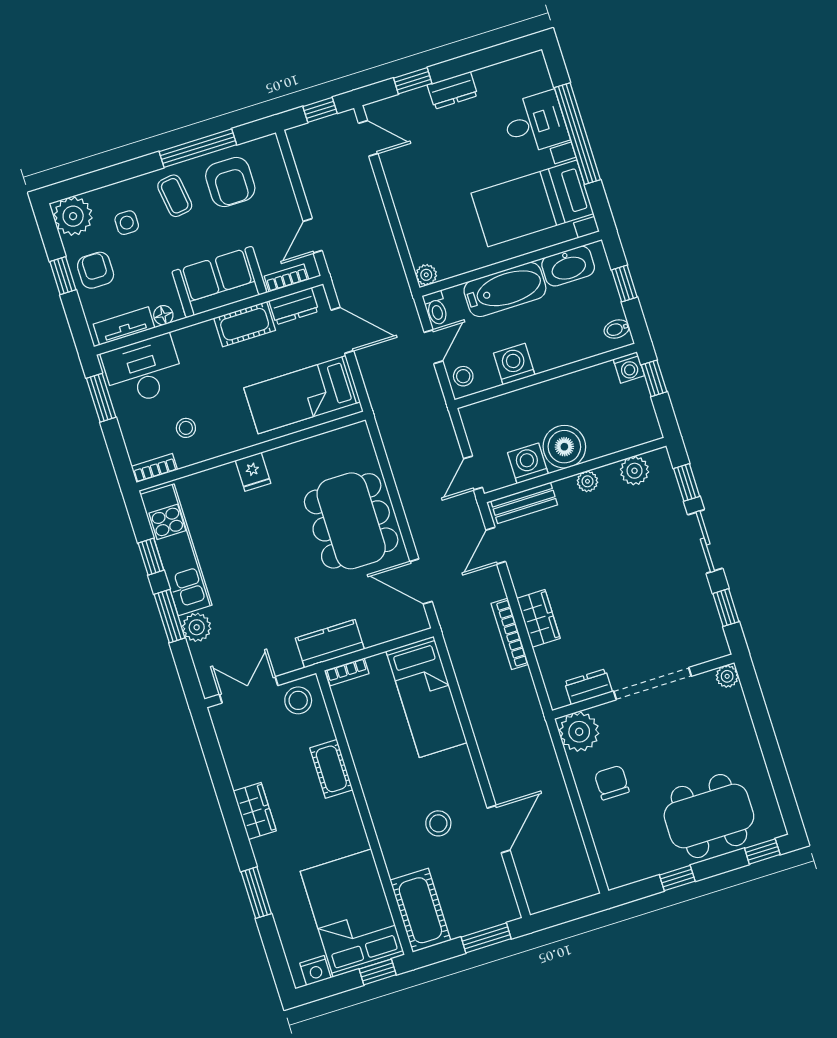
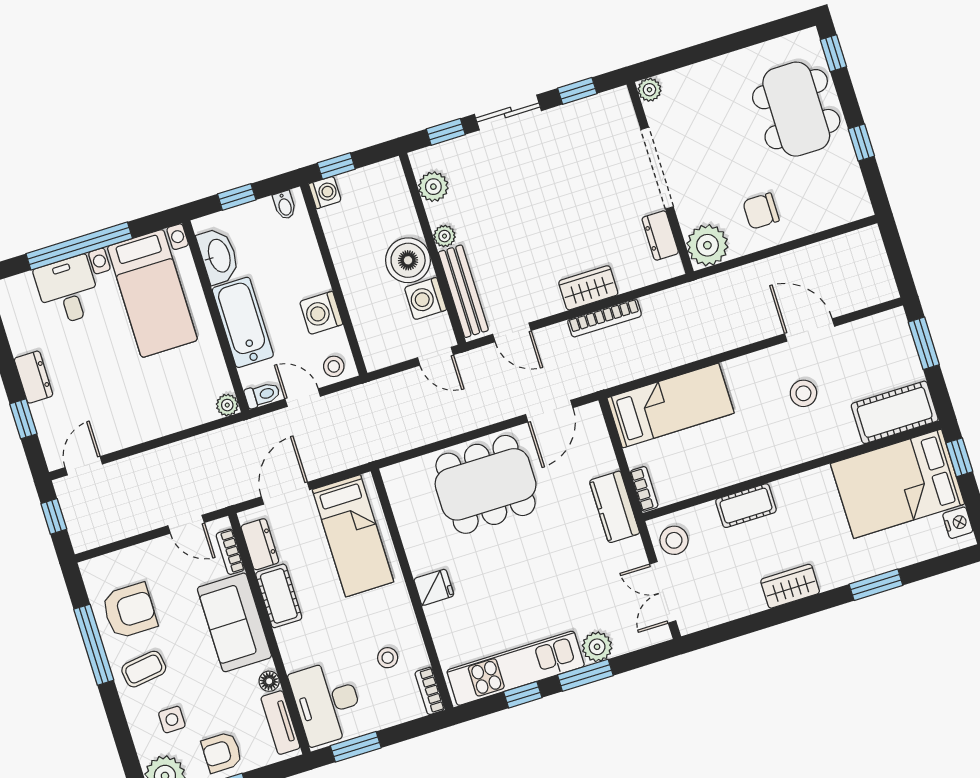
bench: (524, 503) -> (463, 291), width x1.36

